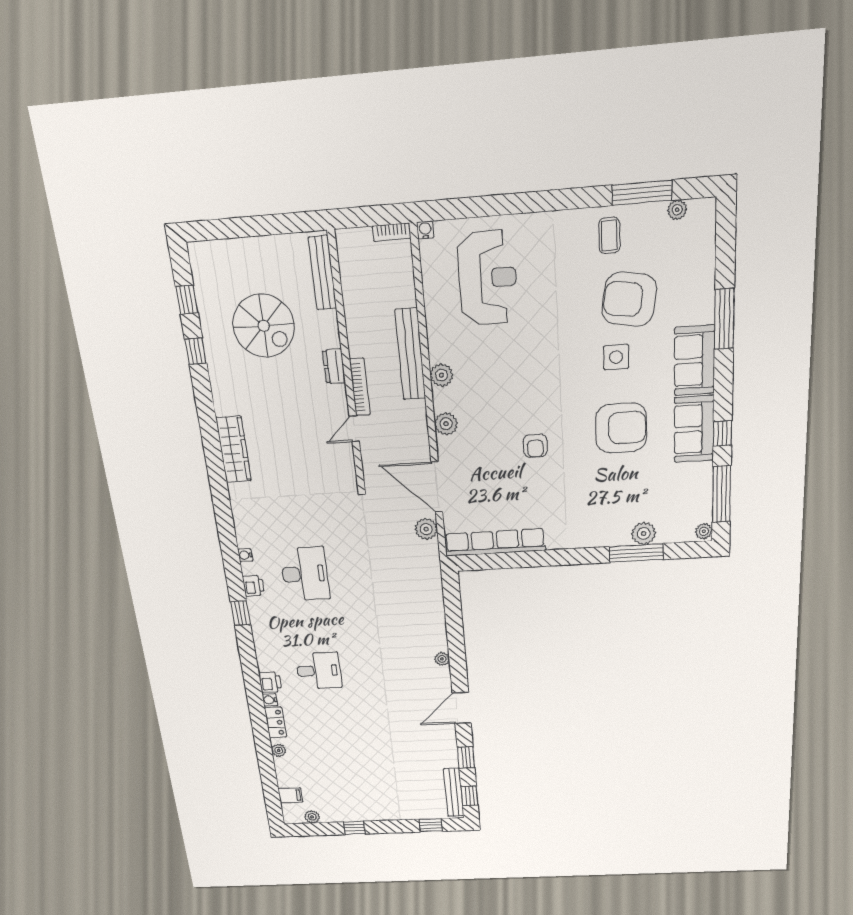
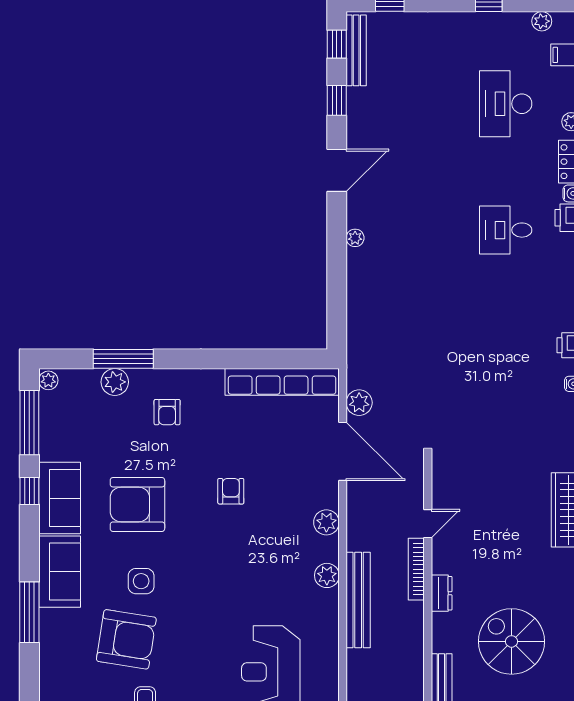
armchair: (596, 511) -> (167, 412), added
desk: (305, 574) -> (506, 104), moved

